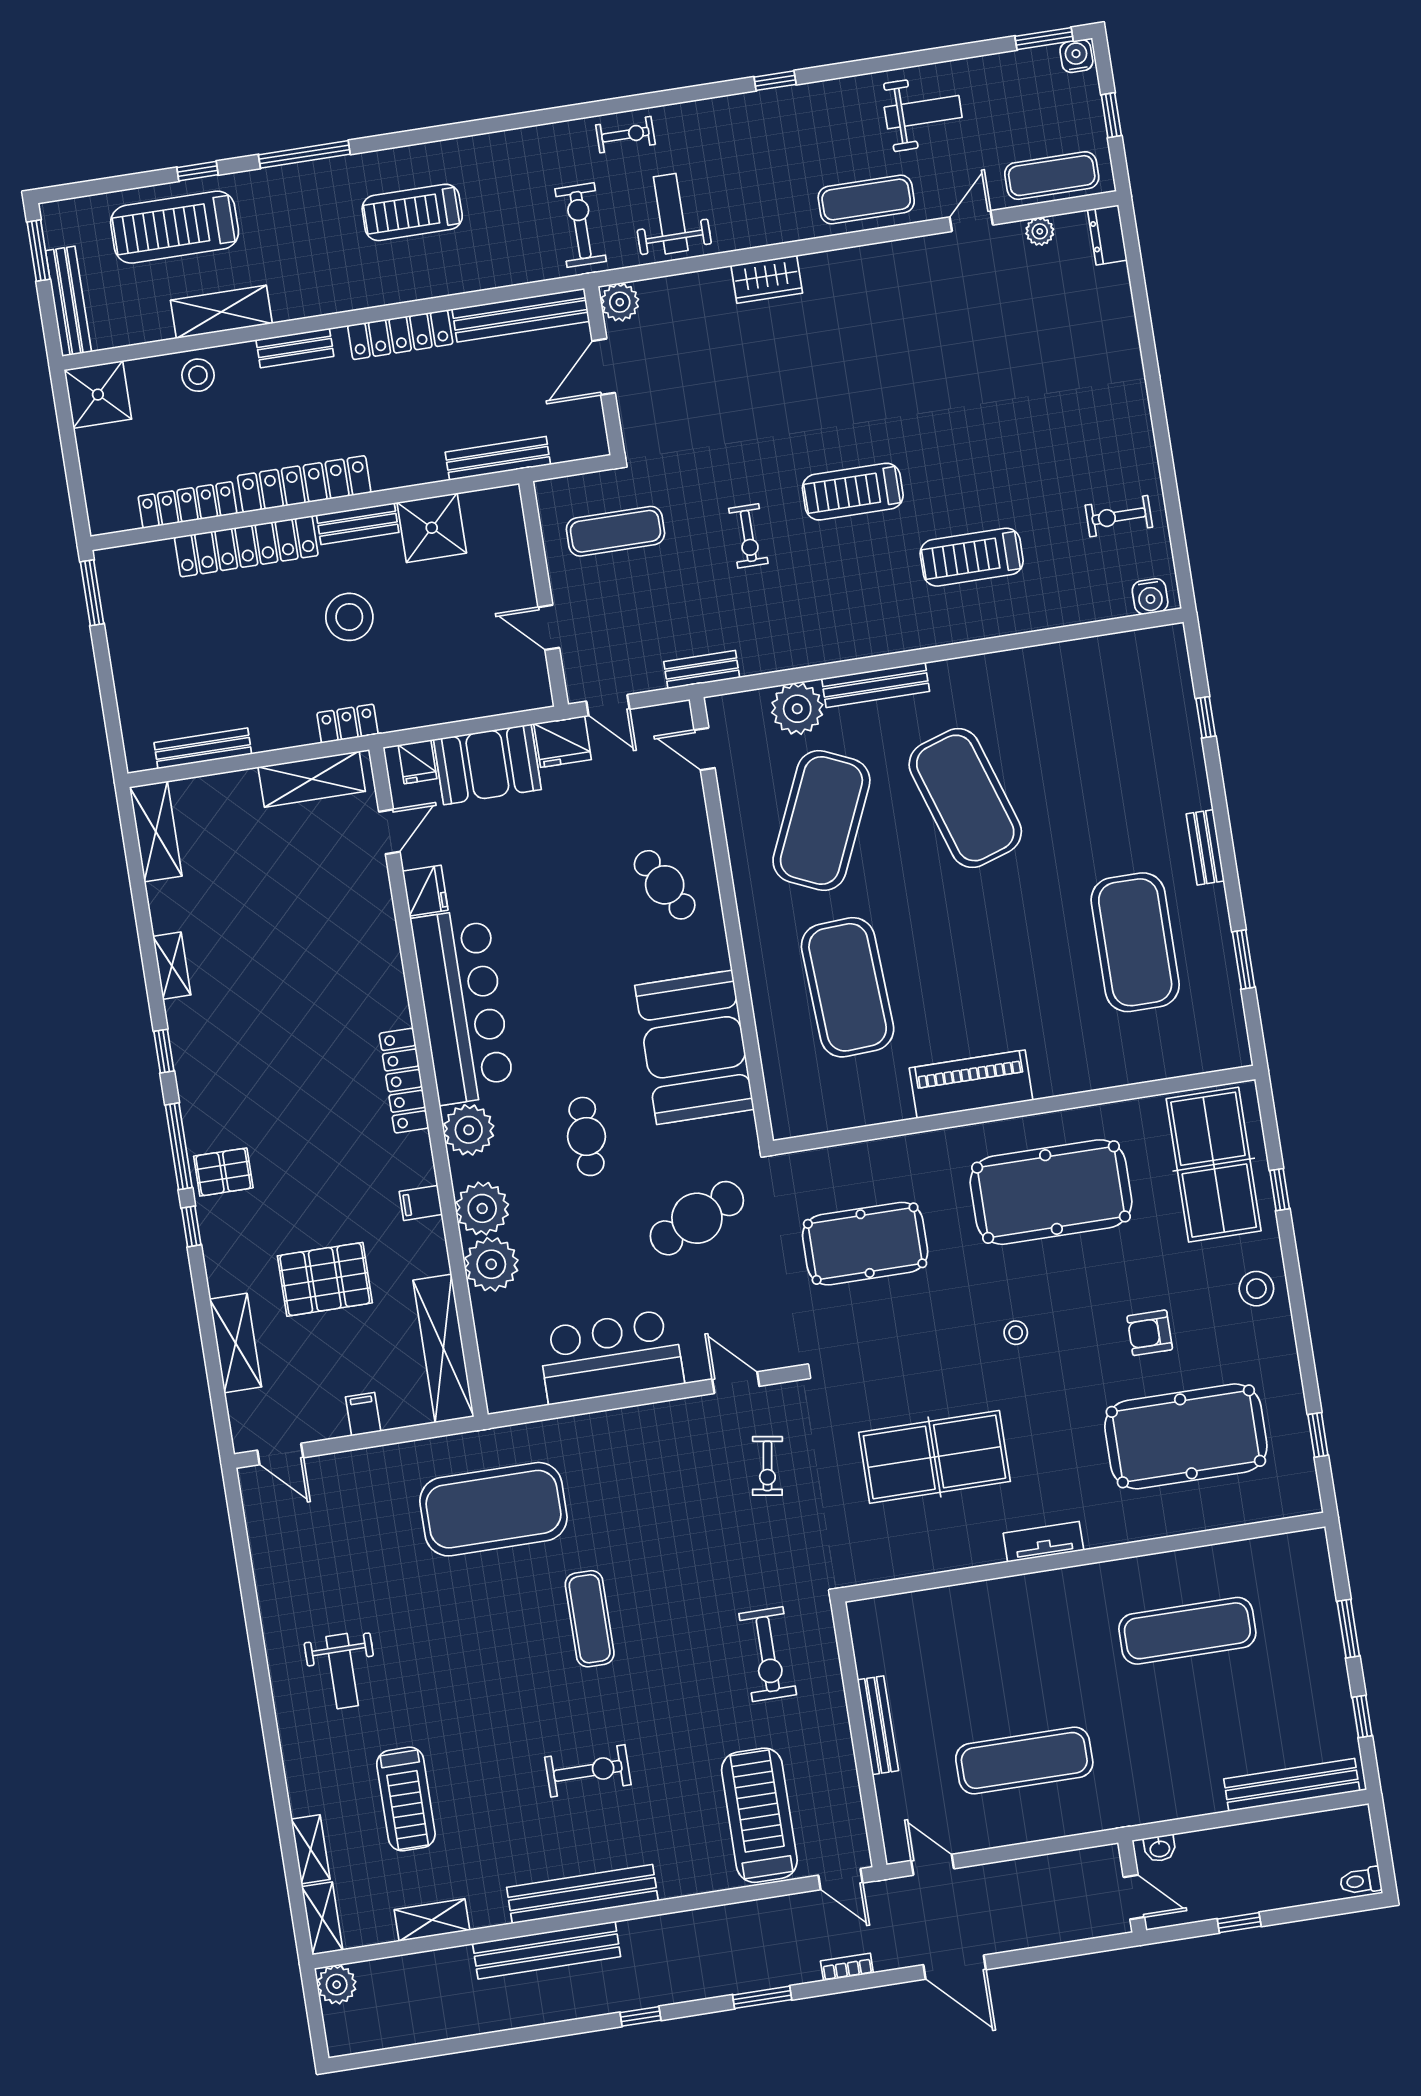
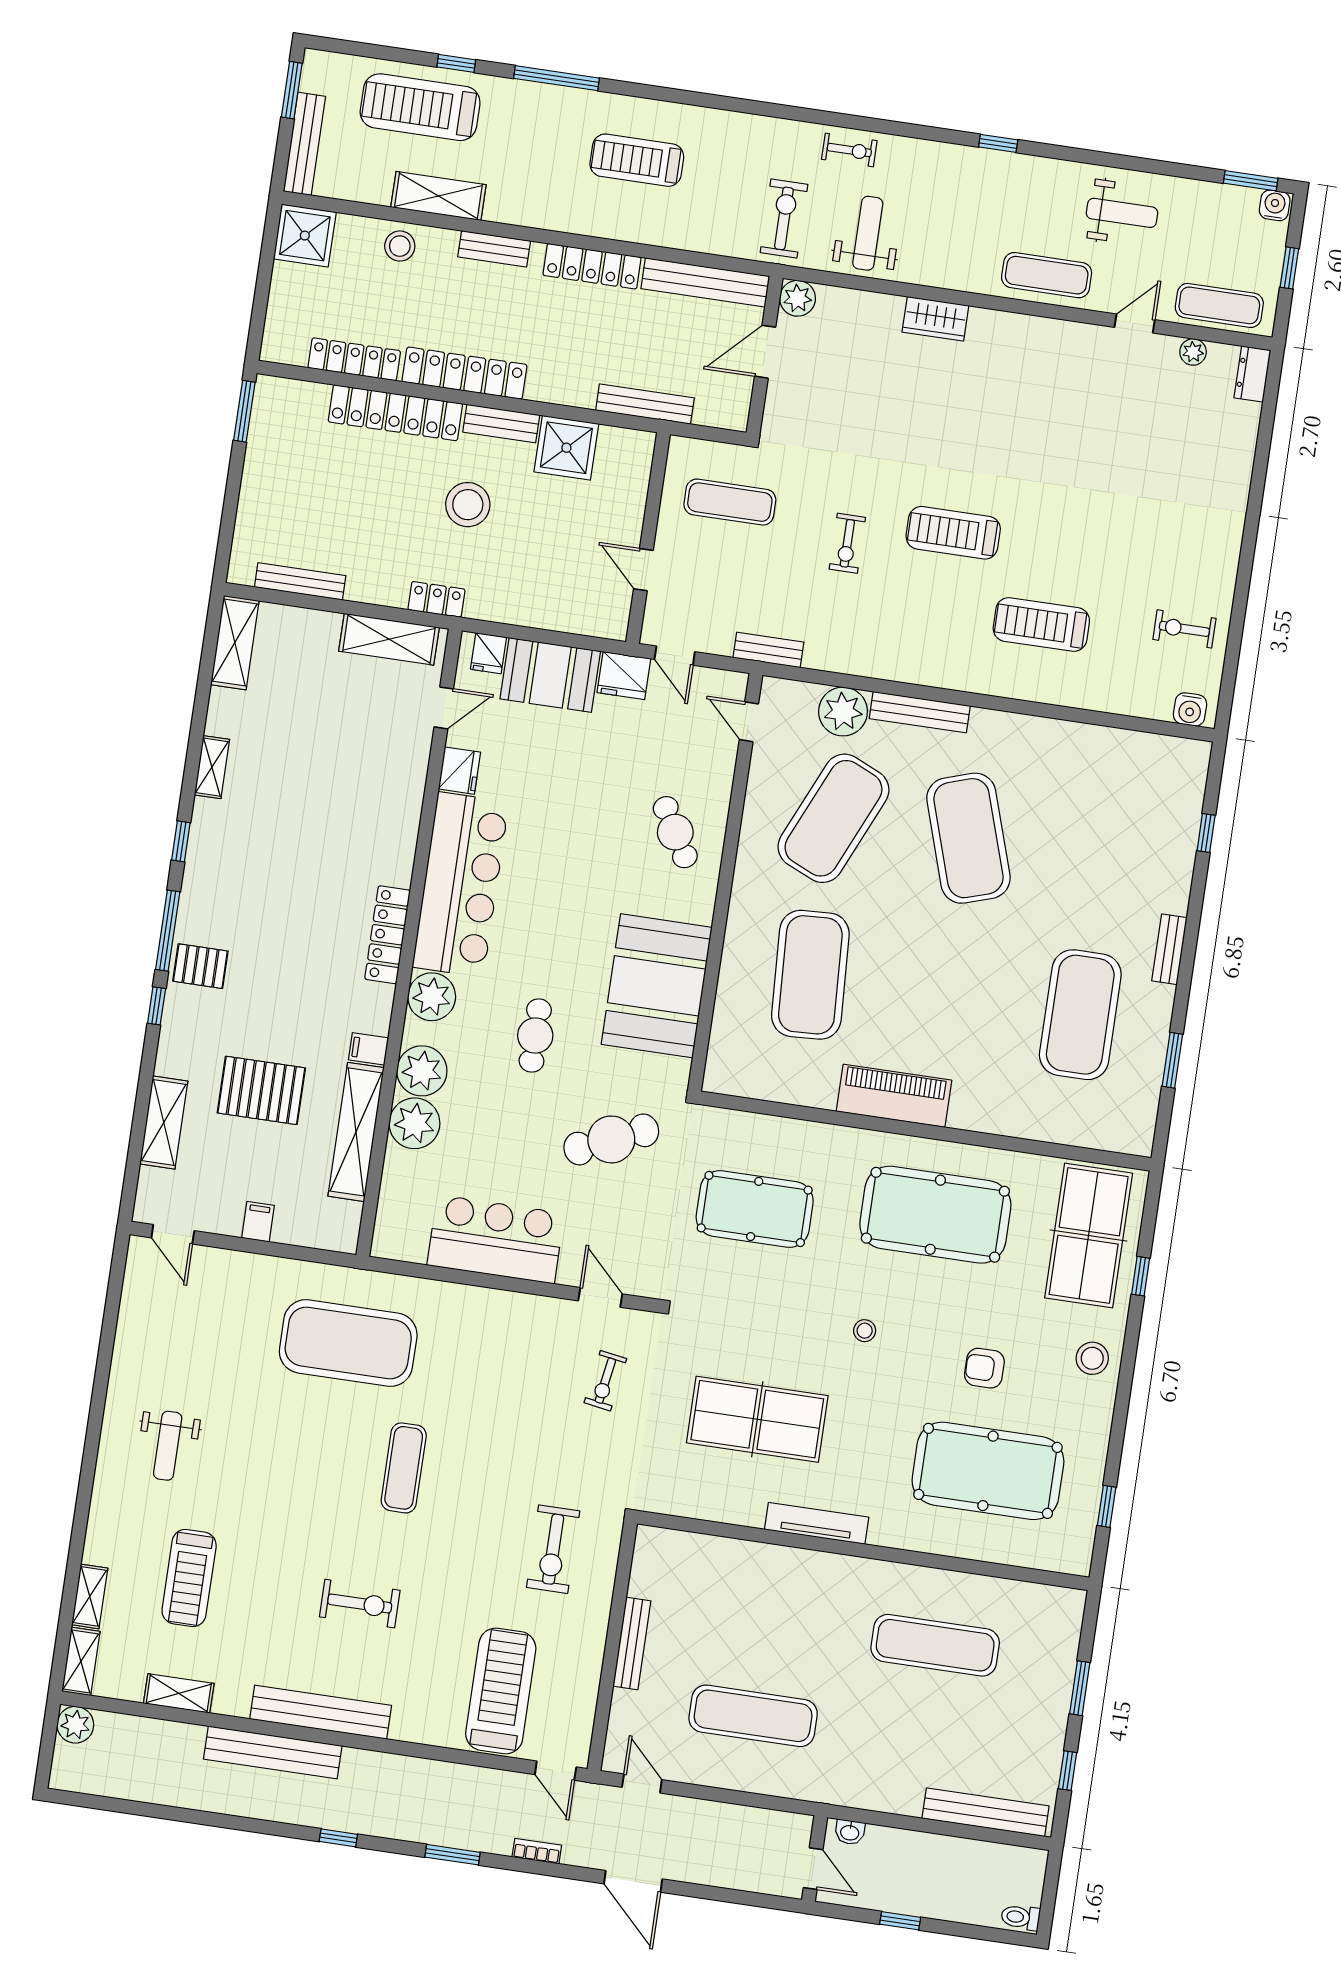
shelving: (443, 1348) -> (356, 1132), moved
tv unit: (1043, 1542) -> (817, 1523), width x1.41

